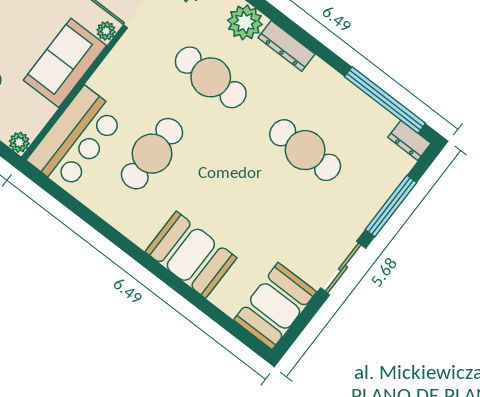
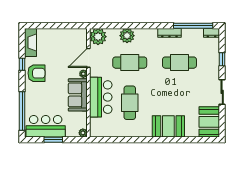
dresser: (287, 46) -> (169, 33), moved
bar counter: (76, 139) -> (101, 97), moved
window: (391, 206) -> (222, 59), width x0.46

